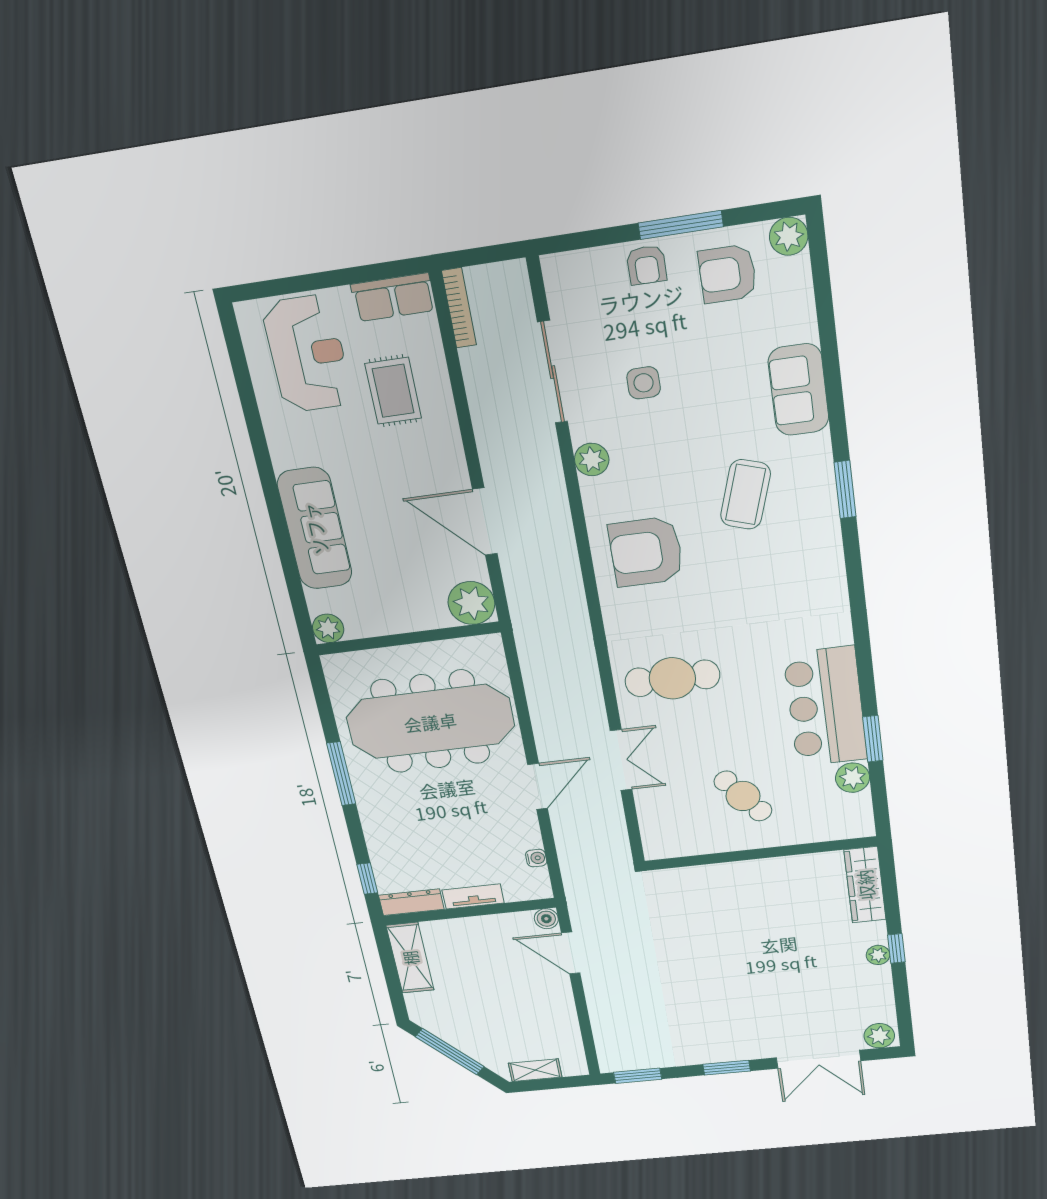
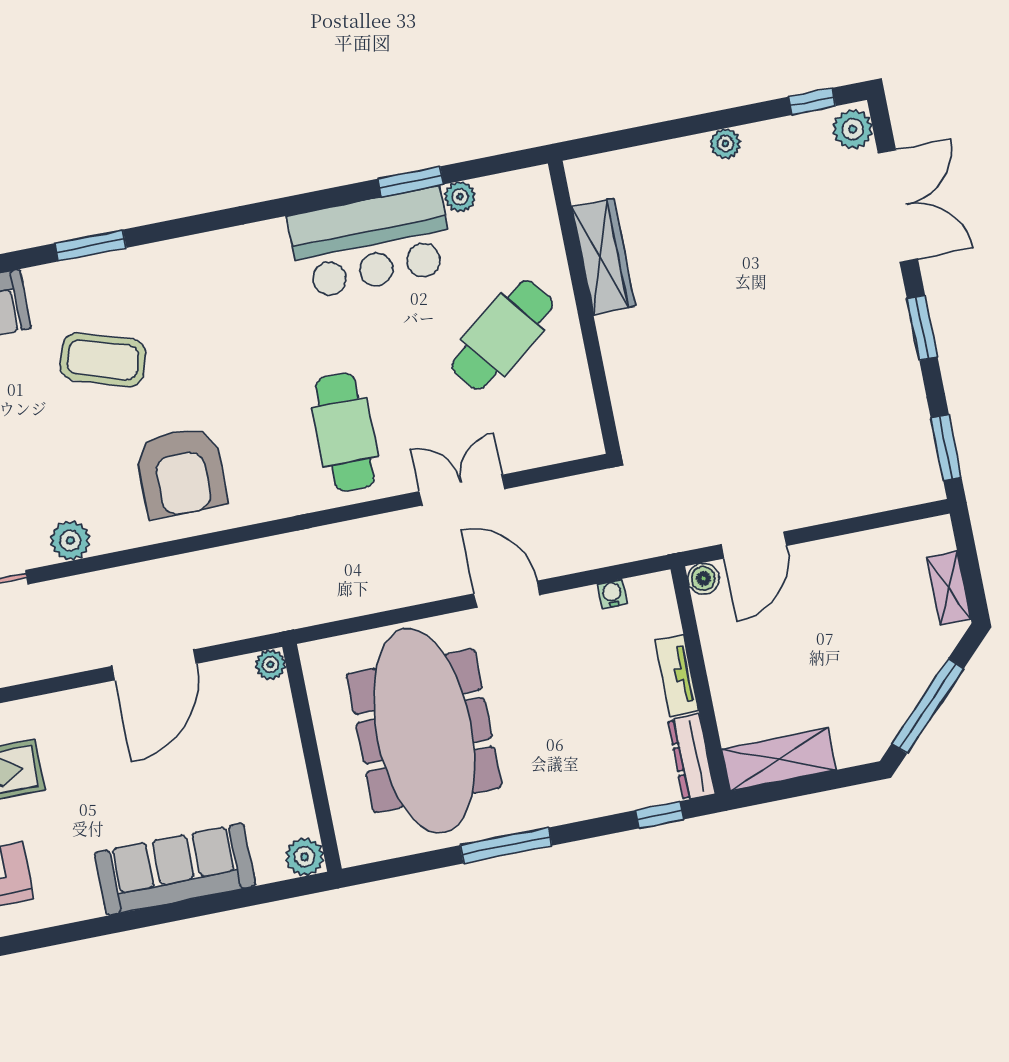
plant: (471, 603) -> (270, 665), width x0.53, depth x0.53
plant: (853, 778) -> (460, 197), width x0.73, depth x0.73
cafe table: (743, 796) -> (502, 335), width x1.37, depth x1.35
wardrobe: (865, 885) -> (603, 257), moved, turned -90
window: (896, 948) -> (812, 101), moved

